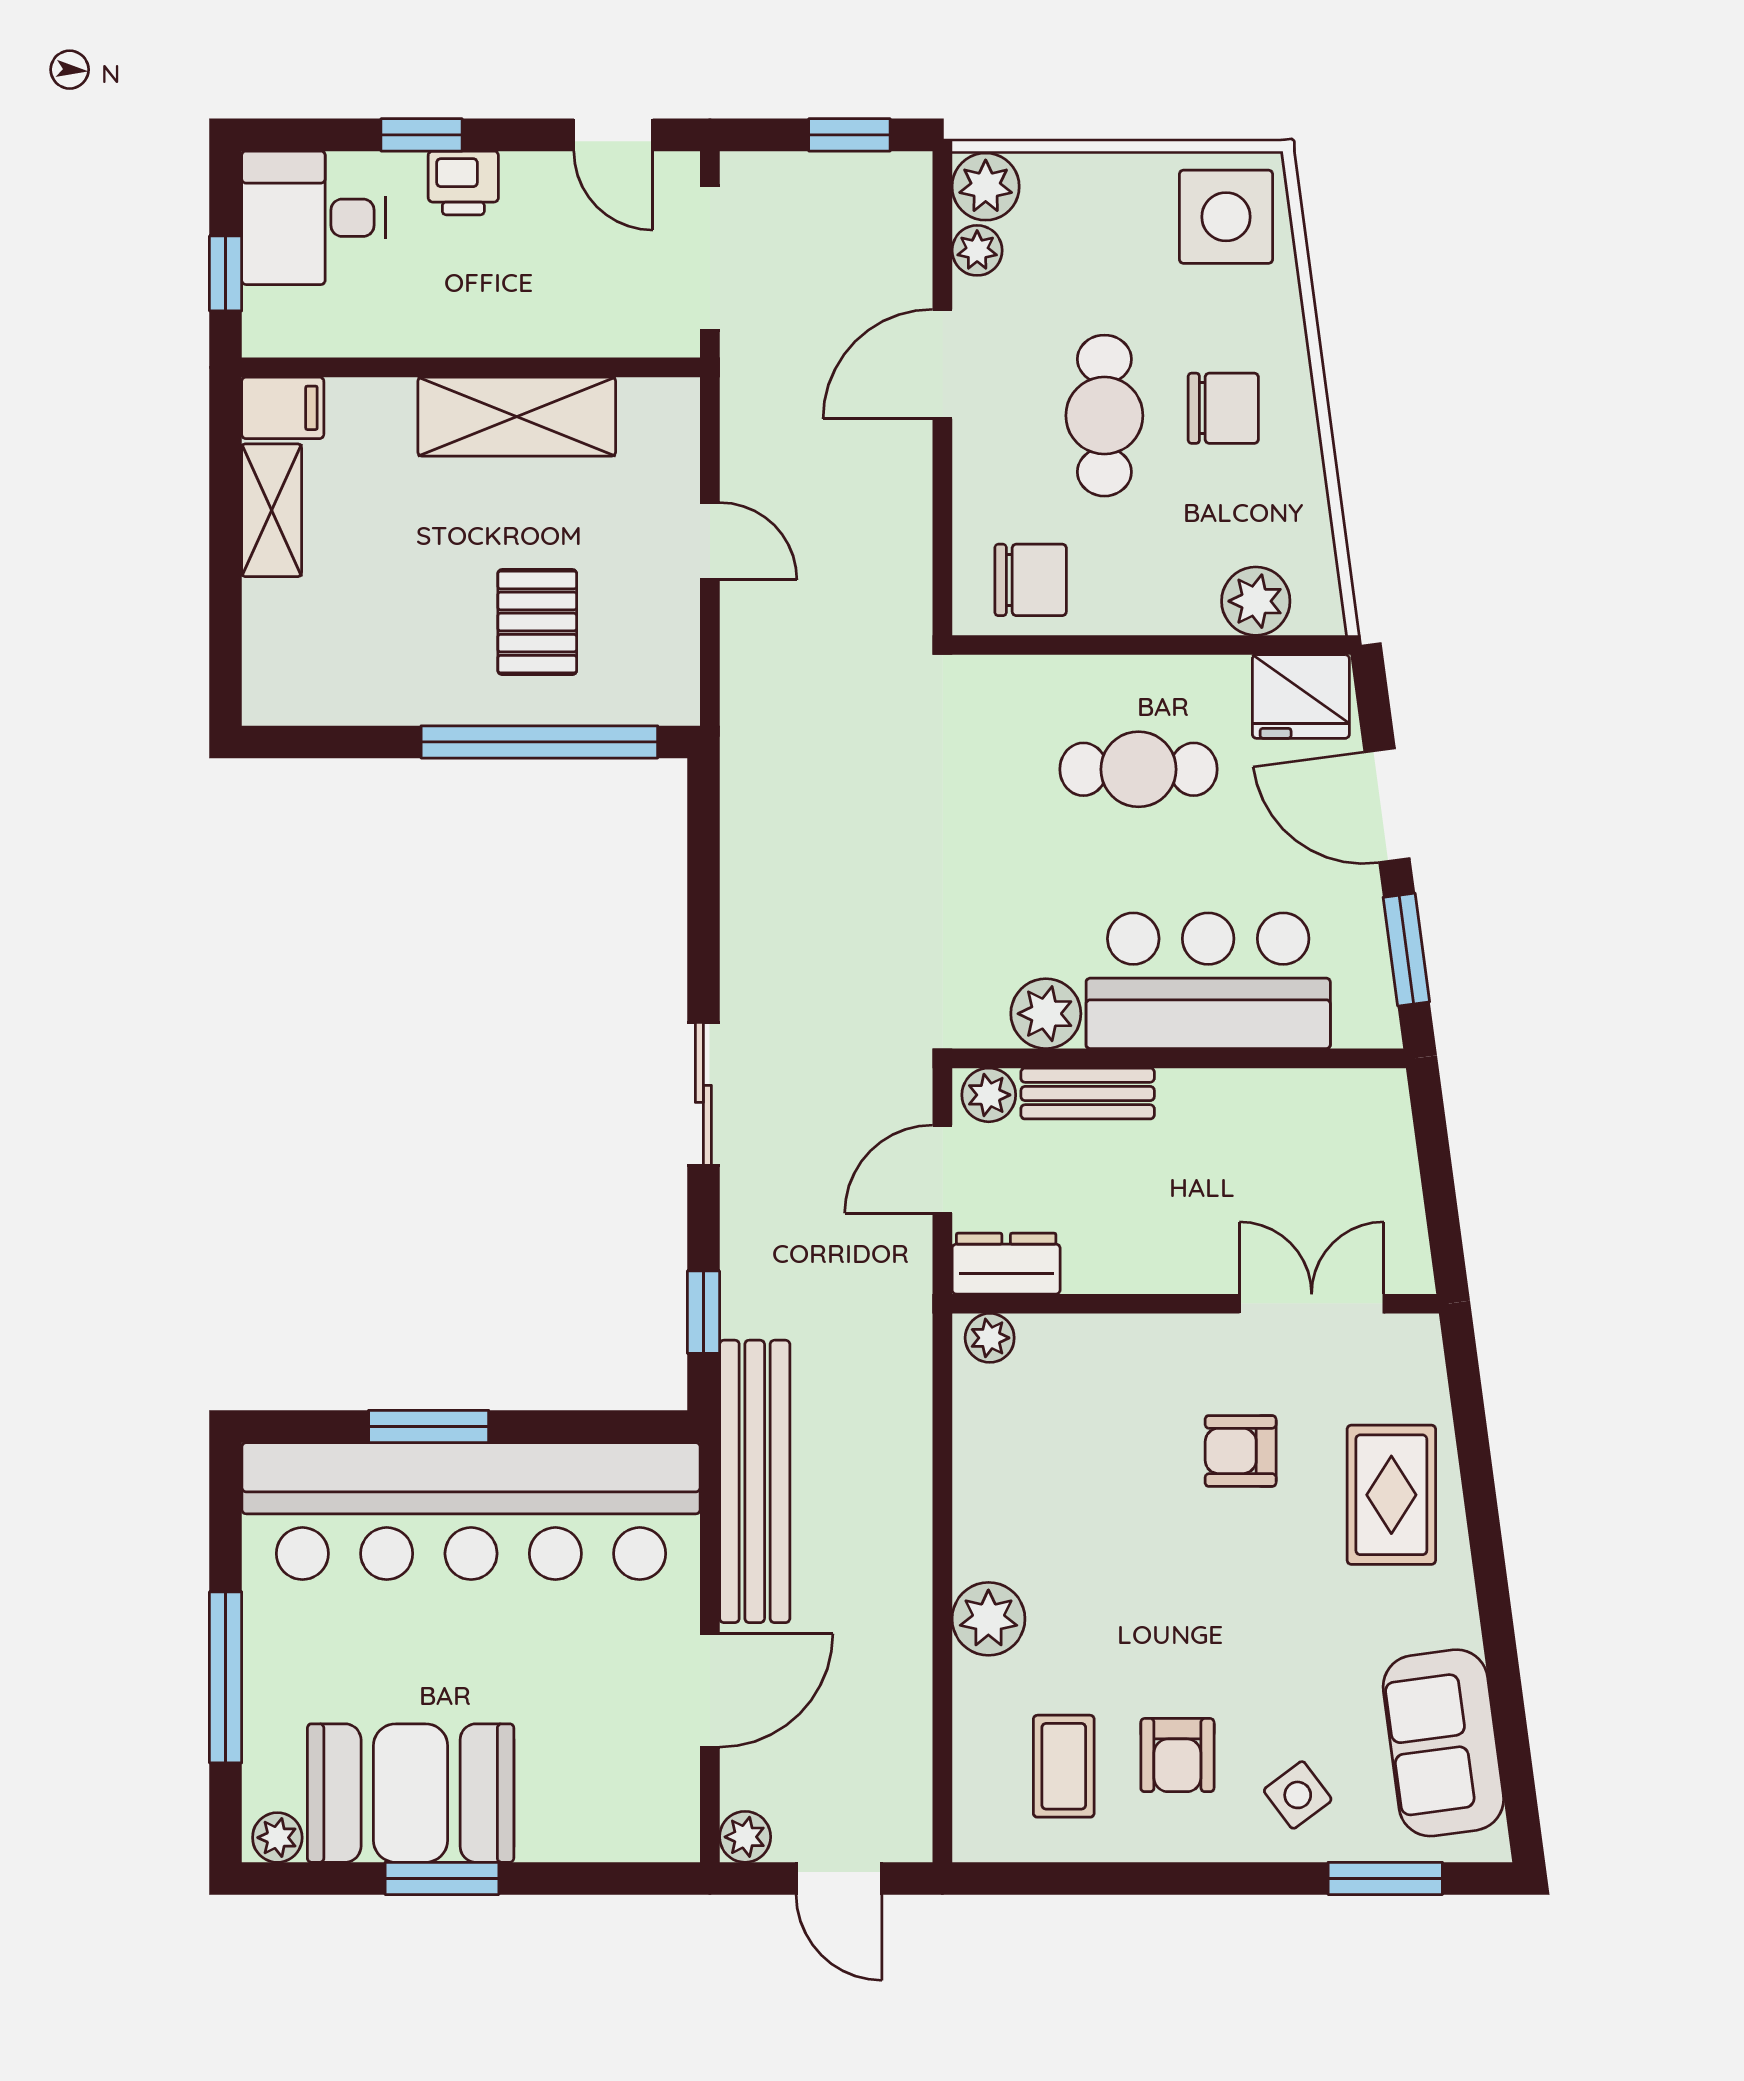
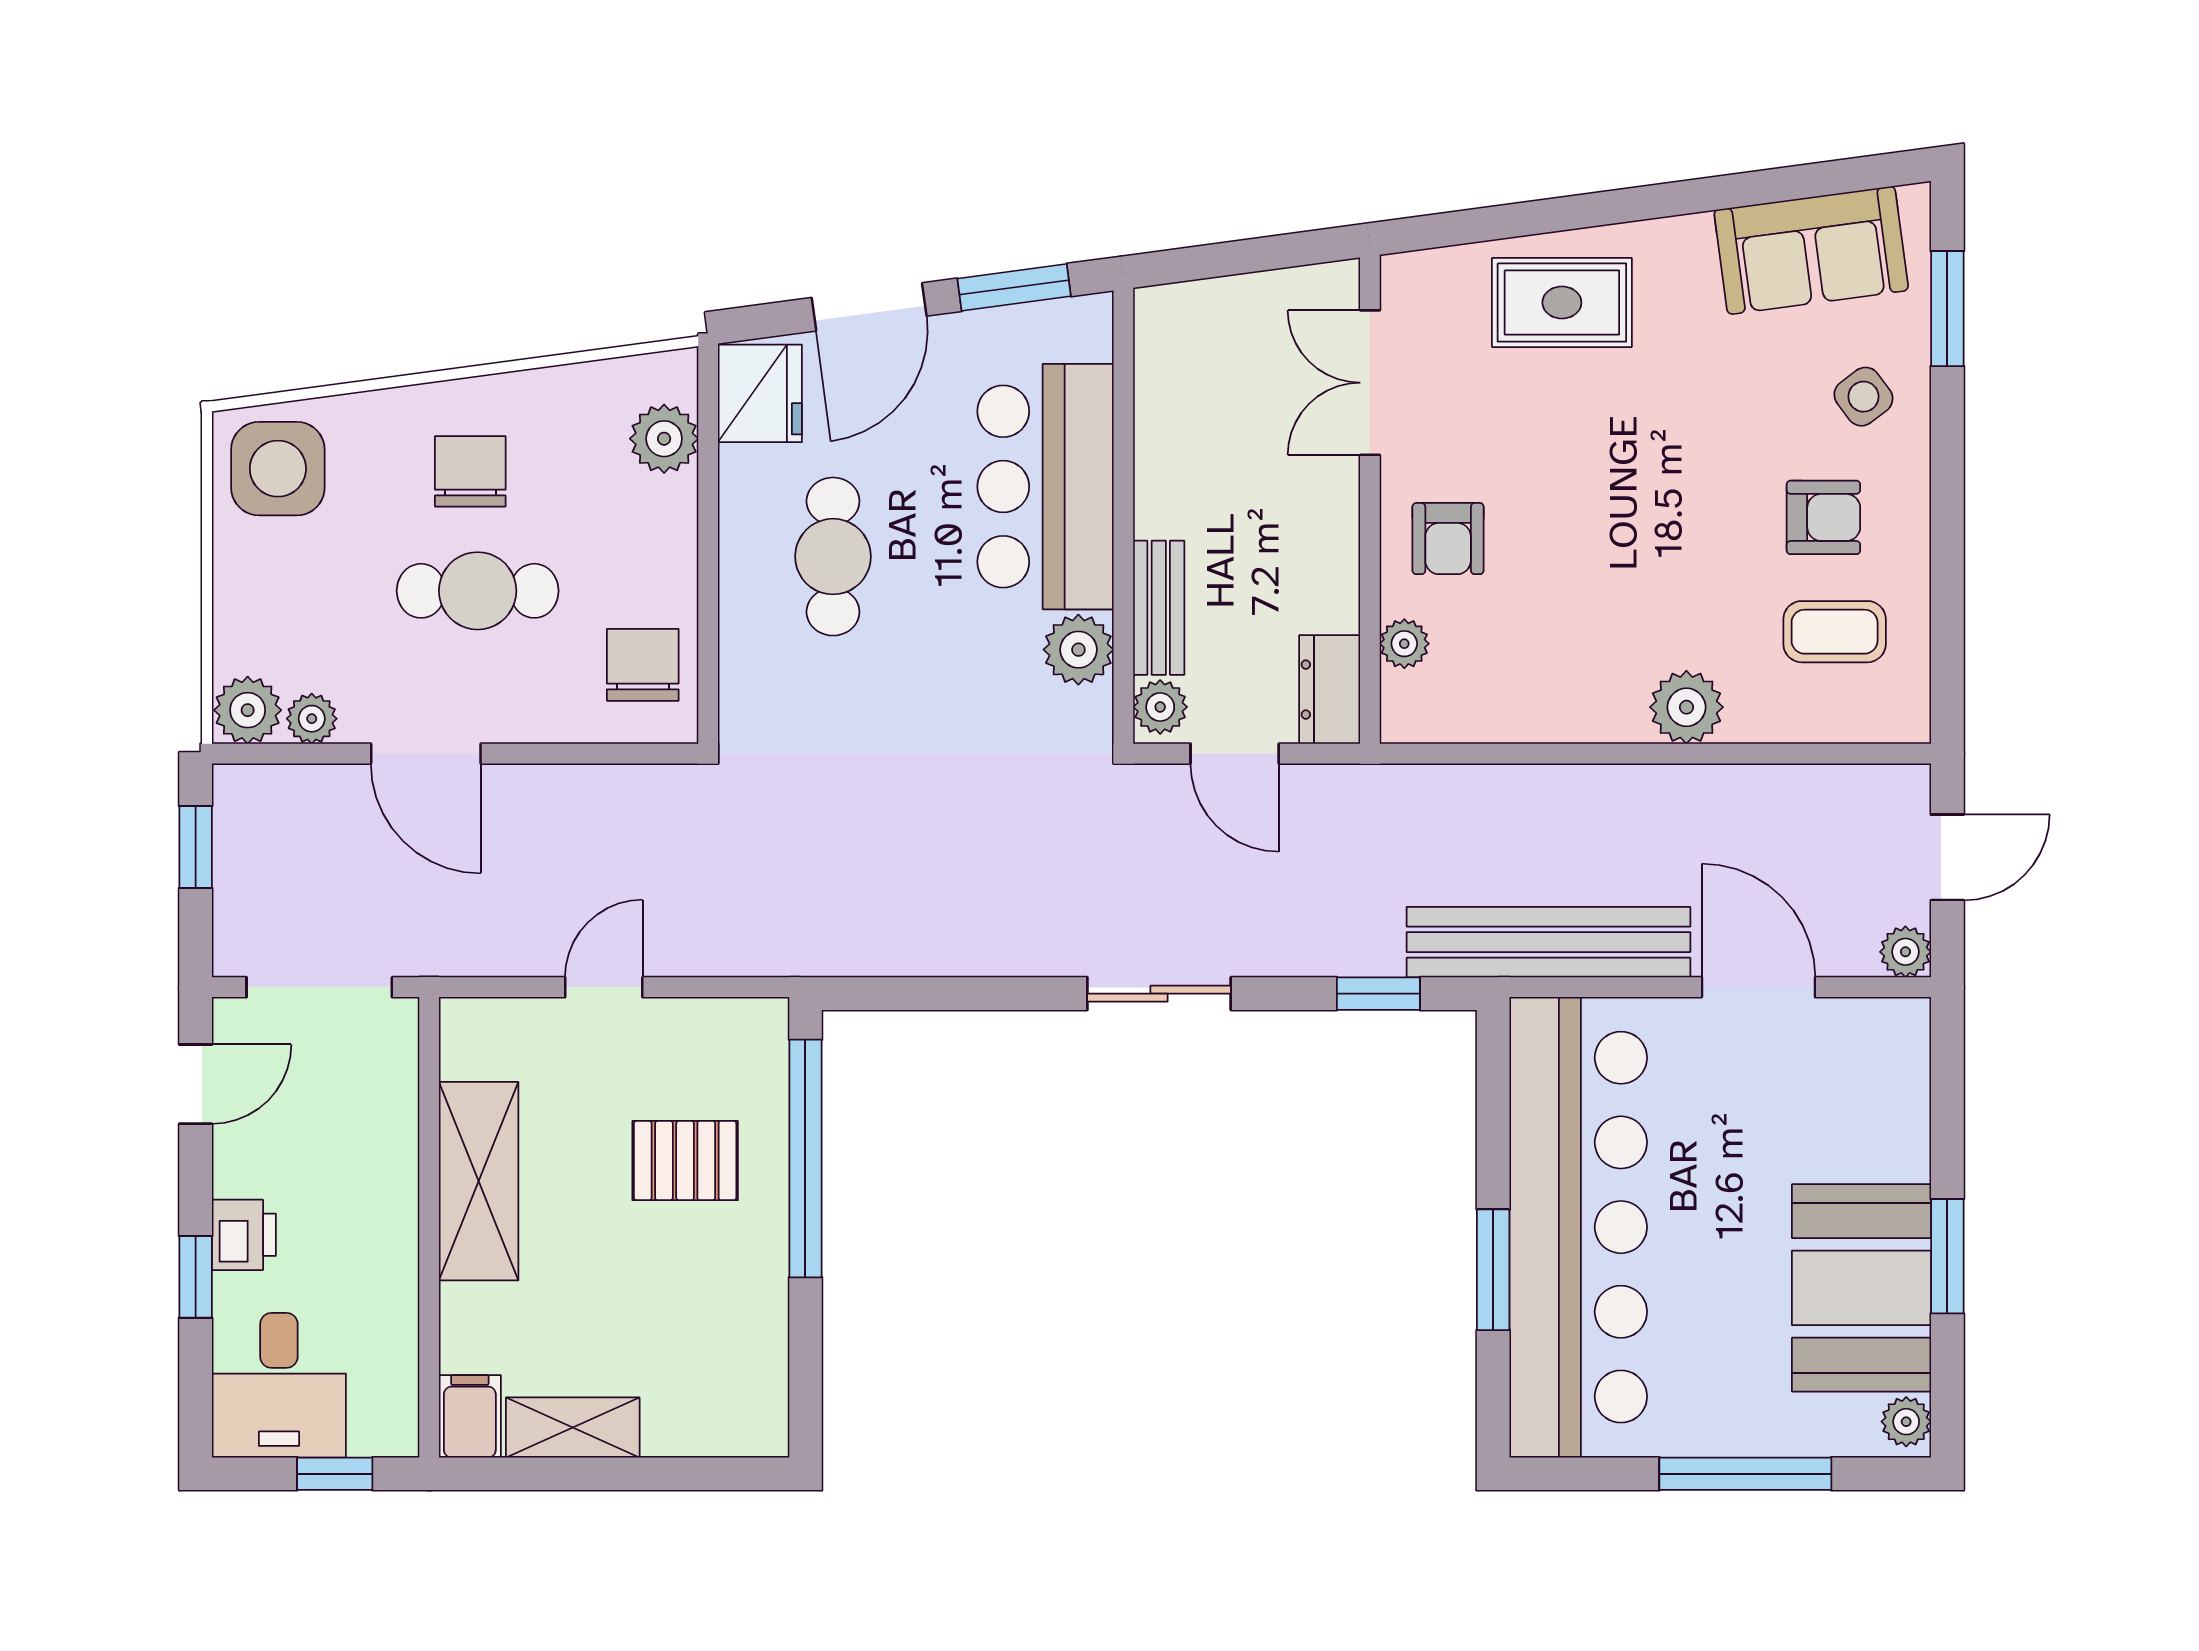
plant: (990, 1338) -> (1404, 644), moved
armchair: (1241, 1451) -> (1448, 539), moved

